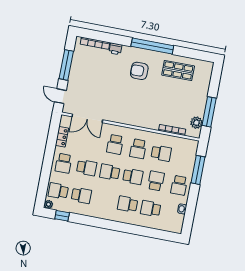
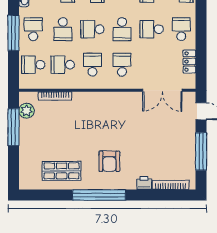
armchair: (139, 71) -> (109, 161), turned 90
double door: (87, 118) -> (162, 90), swing flipped
school desk: (184, 158) -> (33, 65), added
window: (198, 170) -> (13, 33), moved
school desk: (110, 172) -> (122, 29), turned 90

